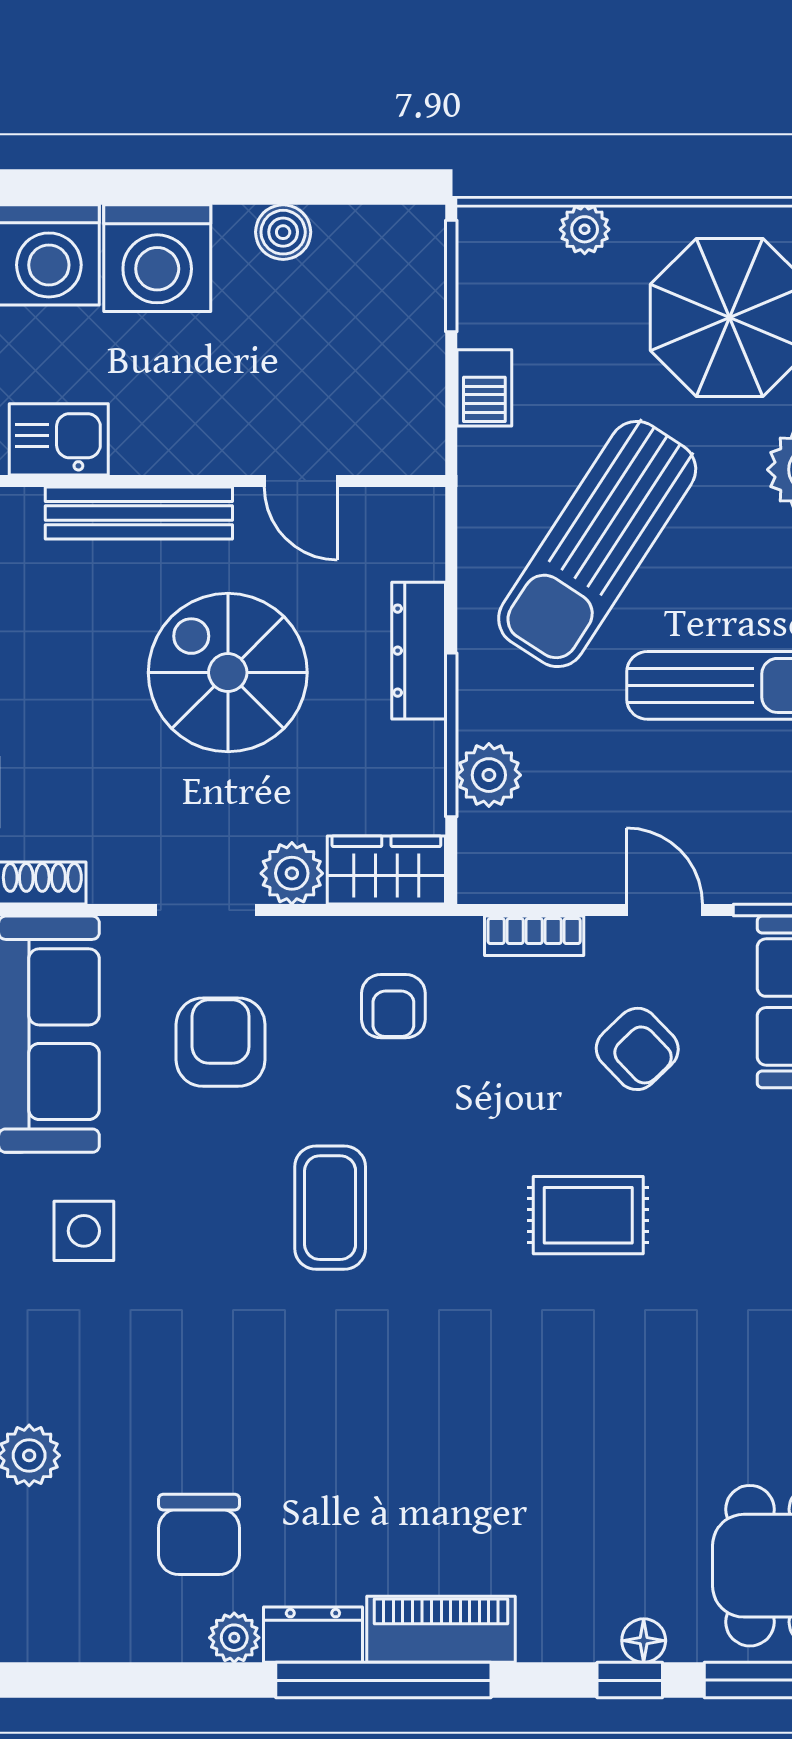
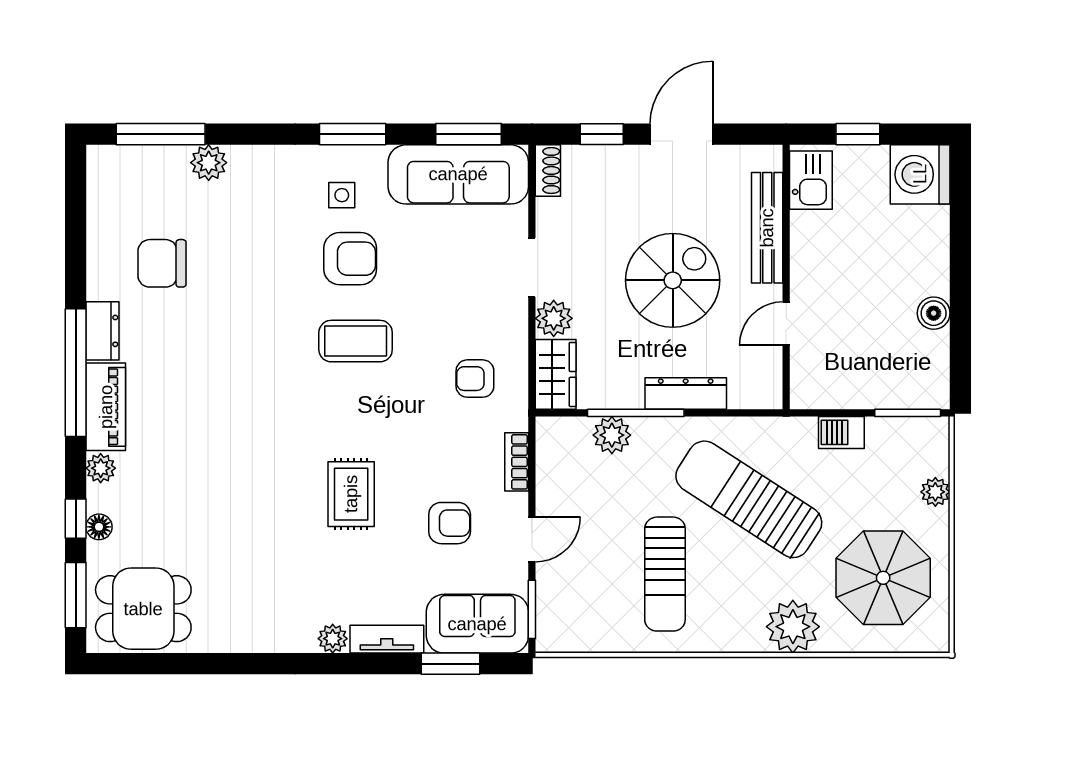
washing machine: (157, 258) -> (918, 239), removed
armchair: (221, 1042) -> (350, 259), moved
armchair: (637, 1049) -> (450, 523), turned -136
side table: (84, 1231) -> (342, 195), width x0.73, depth x0.73
plant: (234, 1638) -> (101, 468), moved

